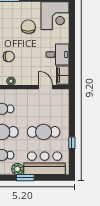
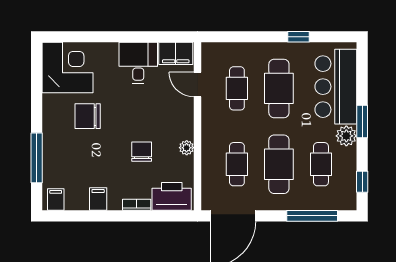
door: (46, 87) -> (198, 84), hinge flipped
cafe table: (44, 109) -> (237, 88), added

